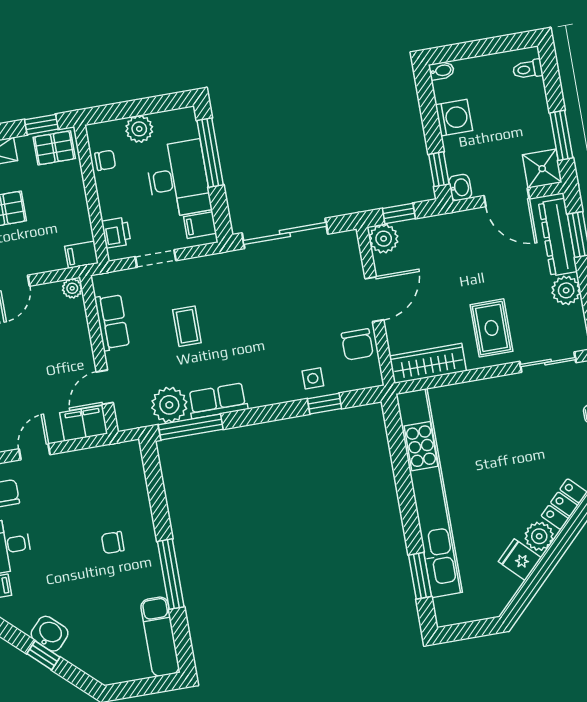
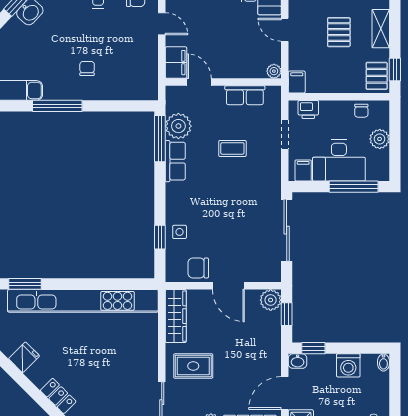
plant: (539, 536) -> (38, 374), removed

